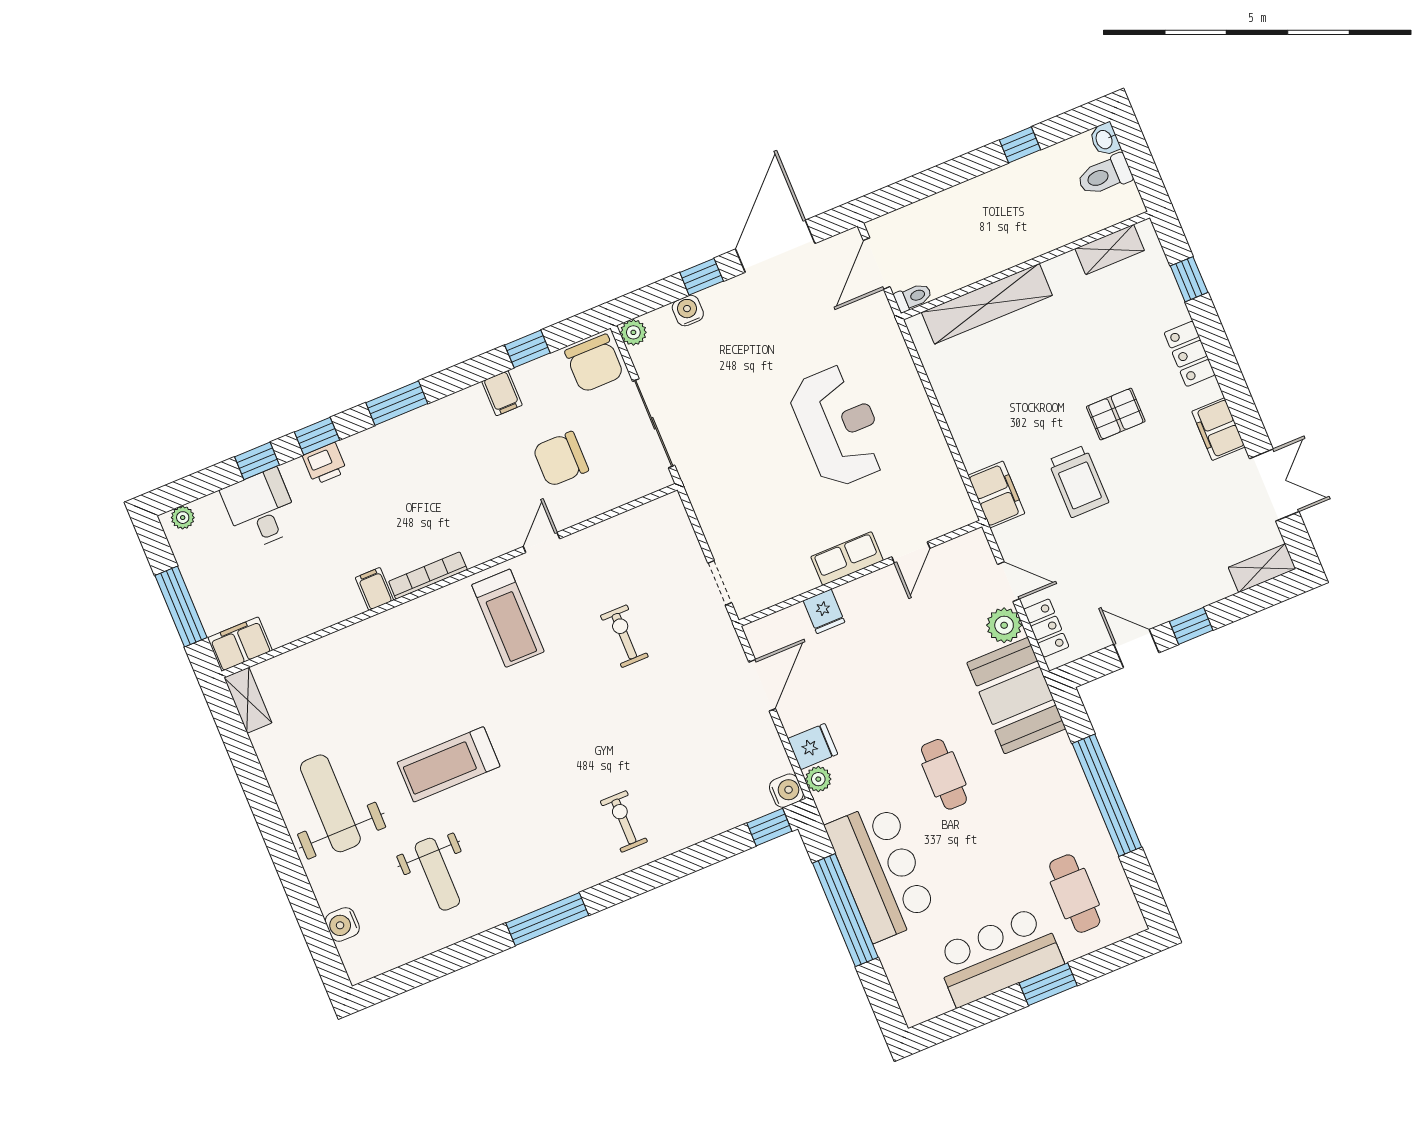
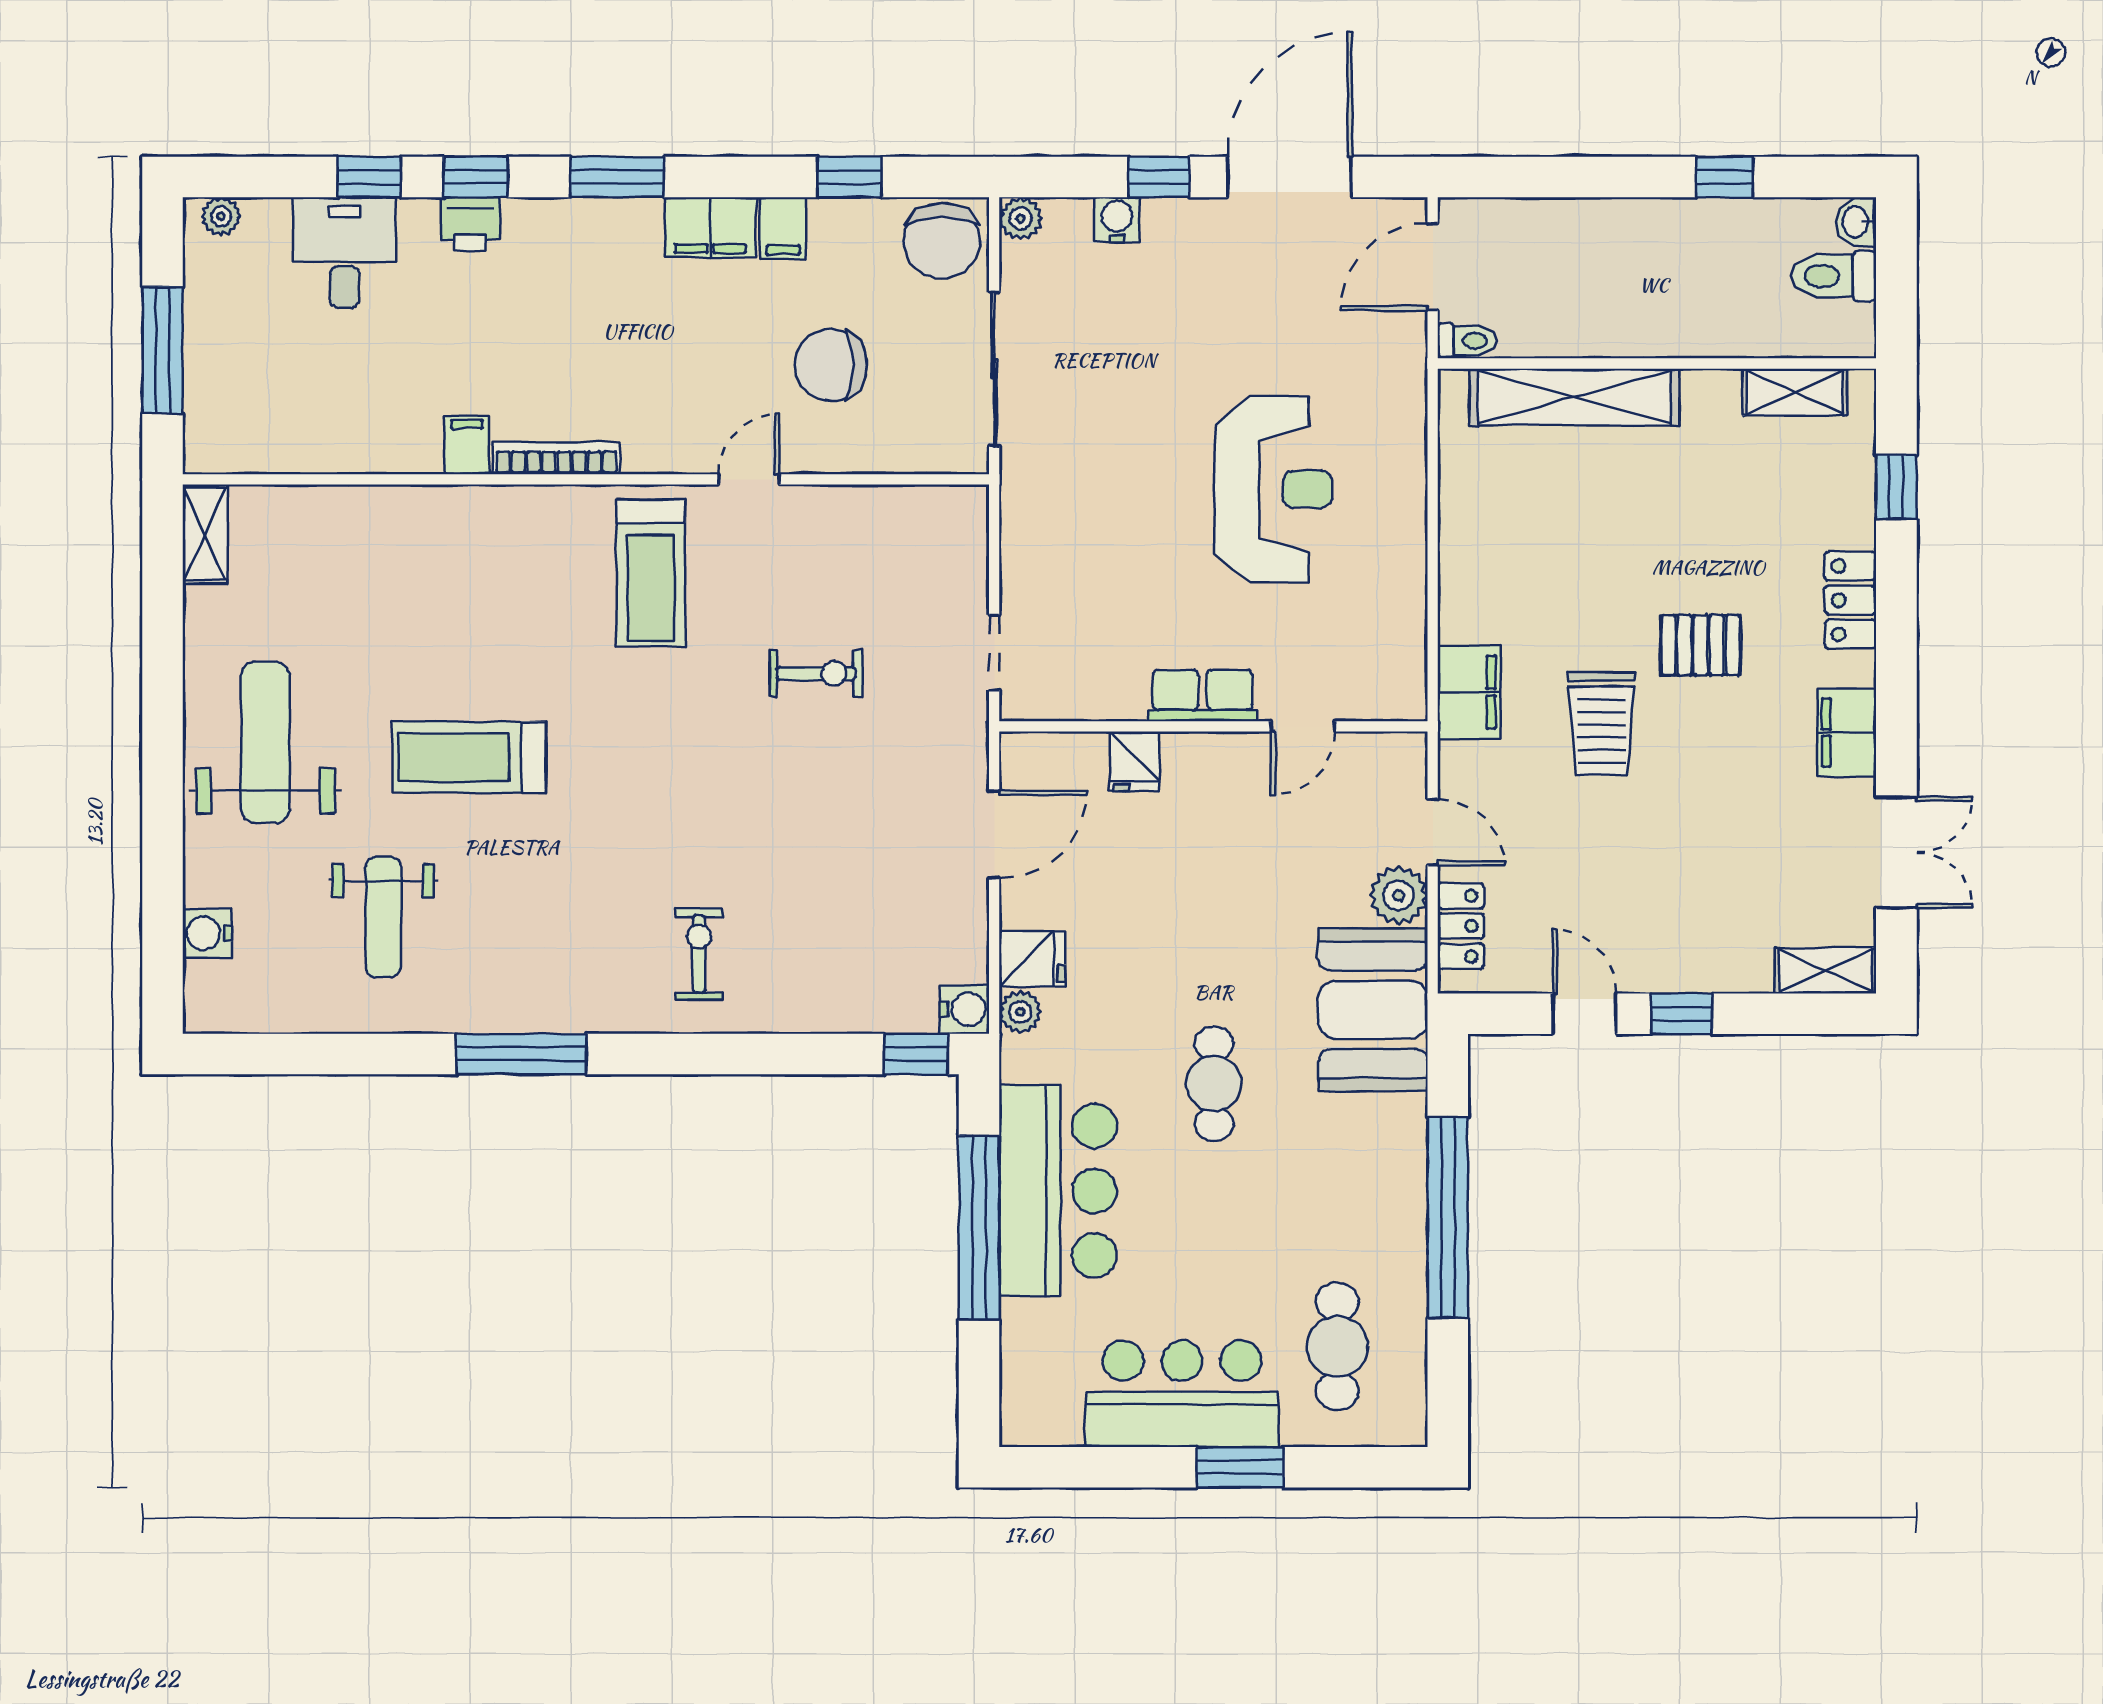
exercise bike: (624, 636) -> (816, 673), turned 90
filing cabinet: (240, 644) -> (710, 227), moved, turned 180

